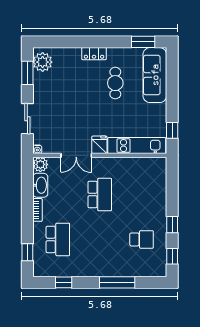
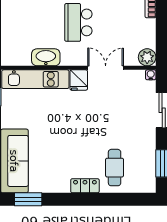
plant: (43, 62) -> (145, 176), removed
cafe table: (115, 83) -> (115, 168), moved
washbasin: (40, 185) -> (46, 57), moved, turned 90

